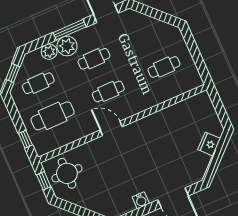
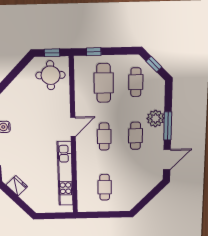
plant: (49, 52) -> (158, 102), removed
kitchen unit: (166, 116) -> (65, 174), added
fridge: (209, 144) -> (17, 186), moved

